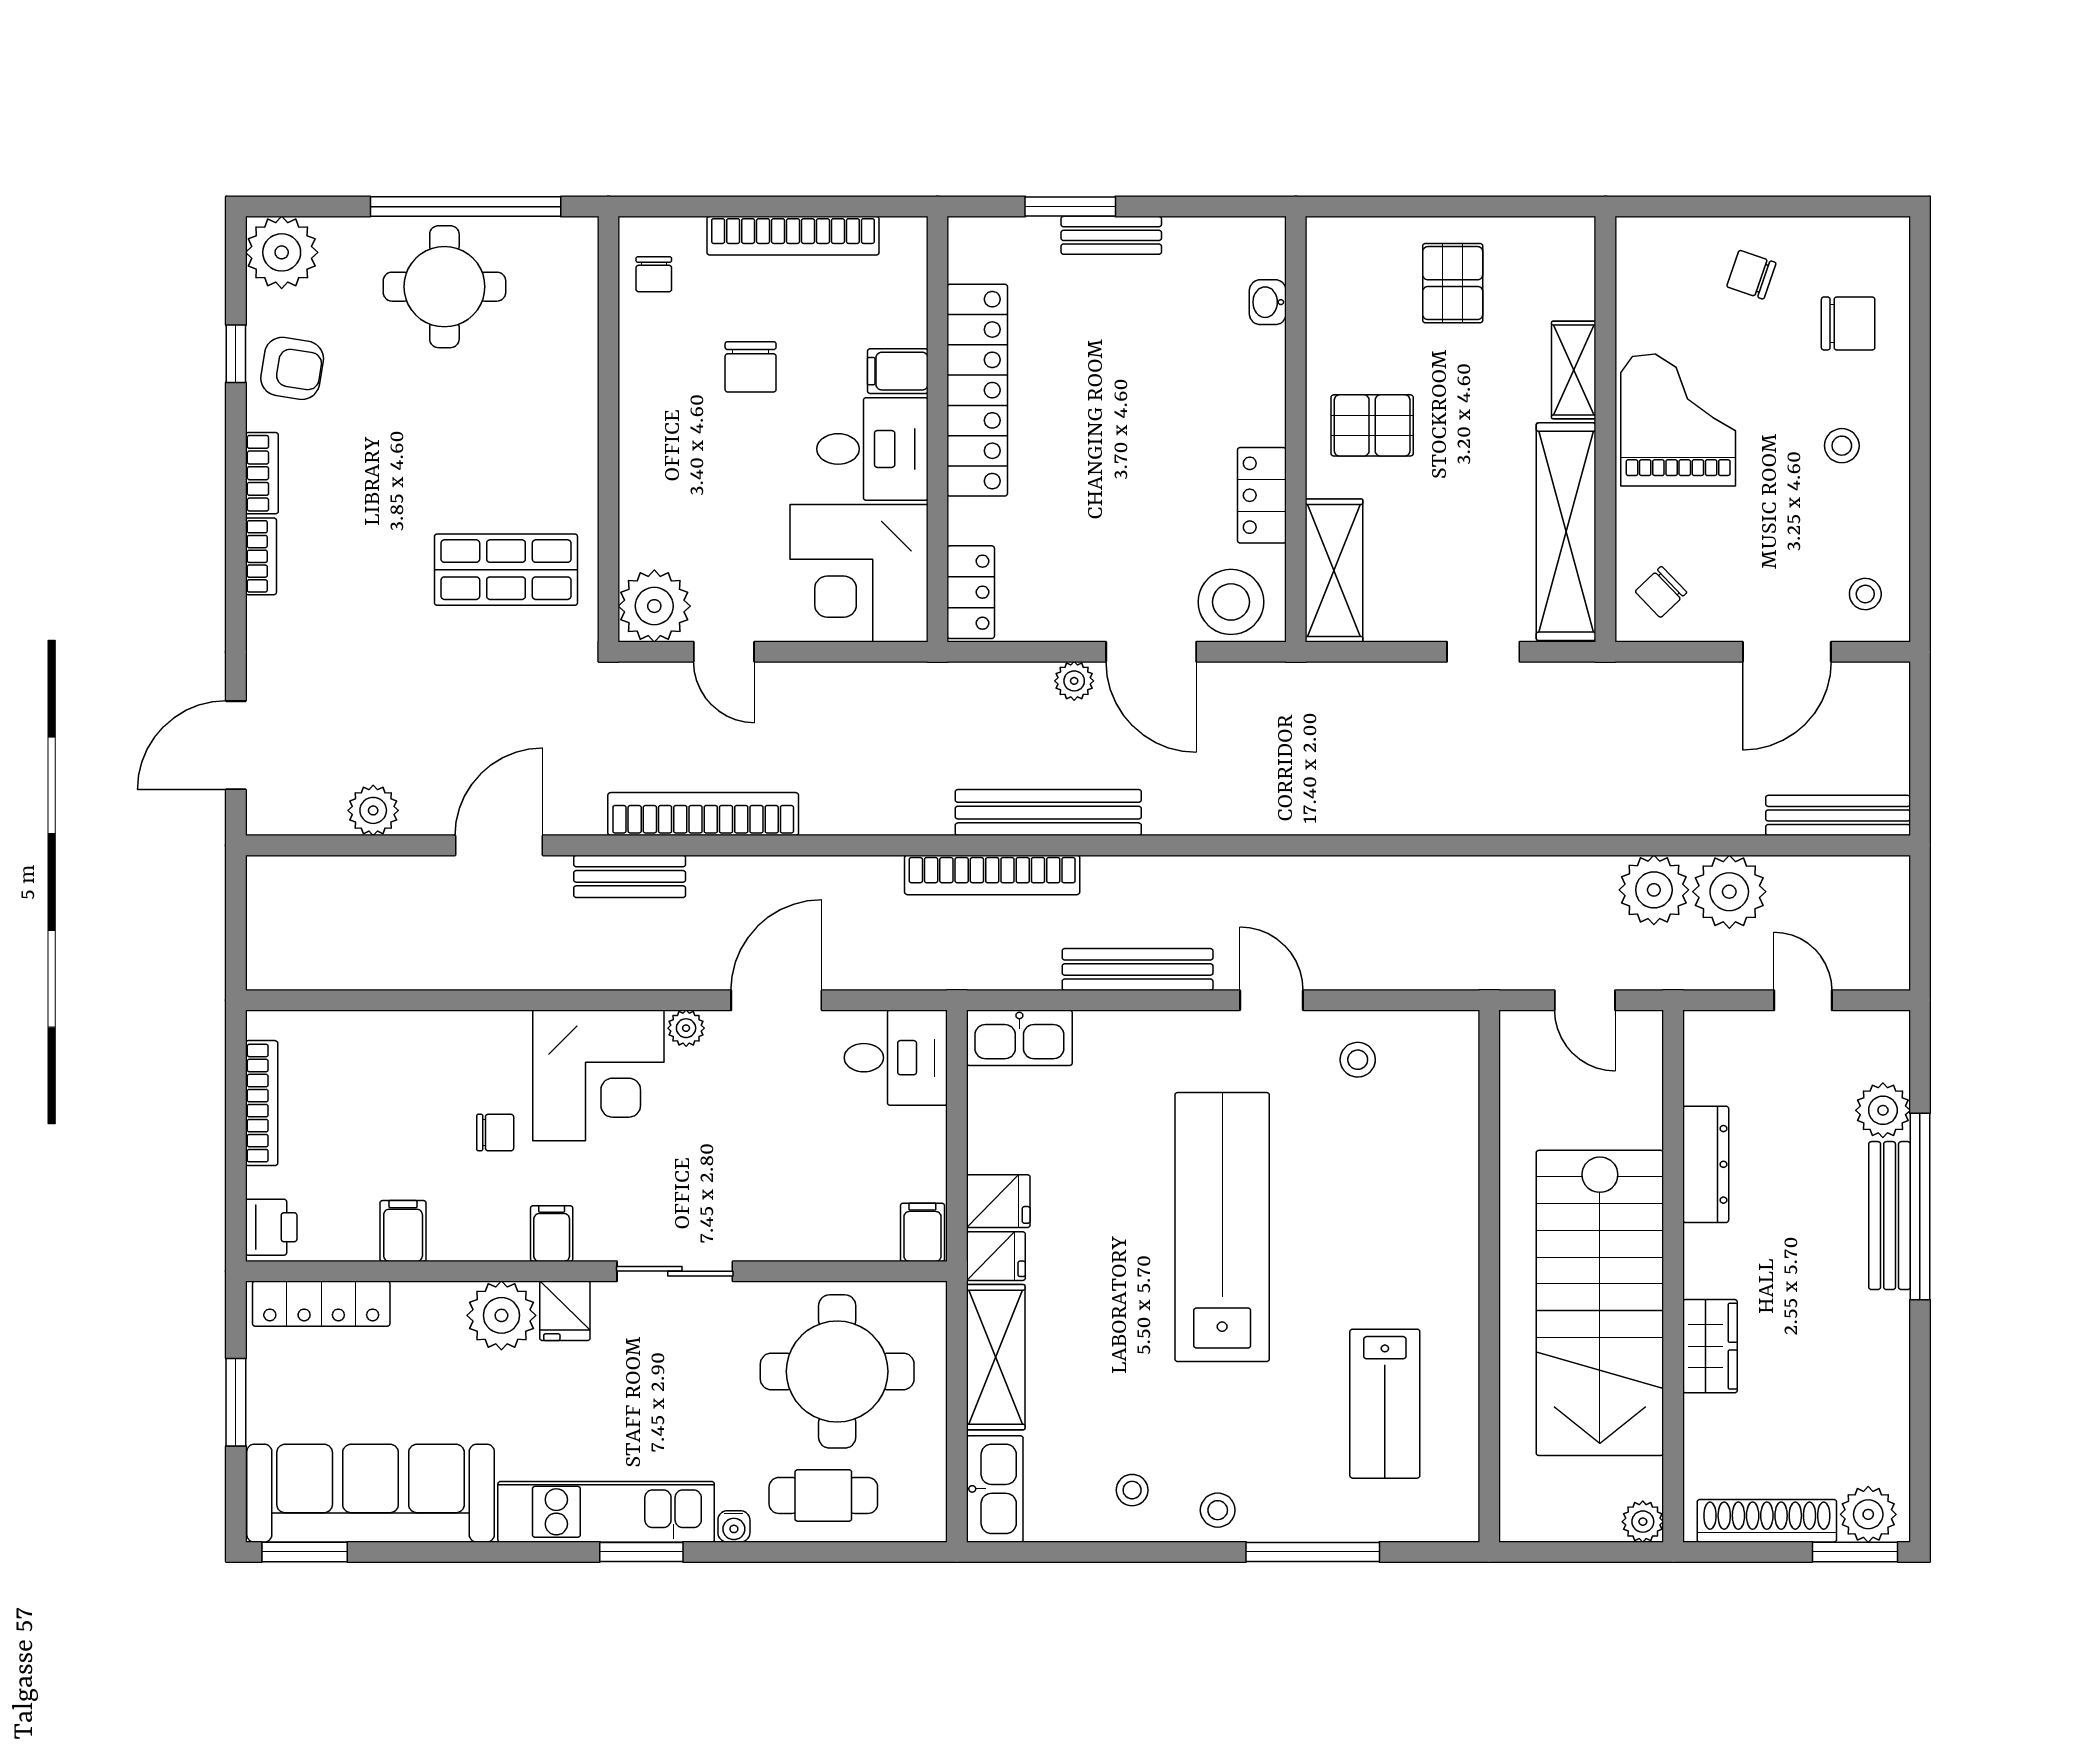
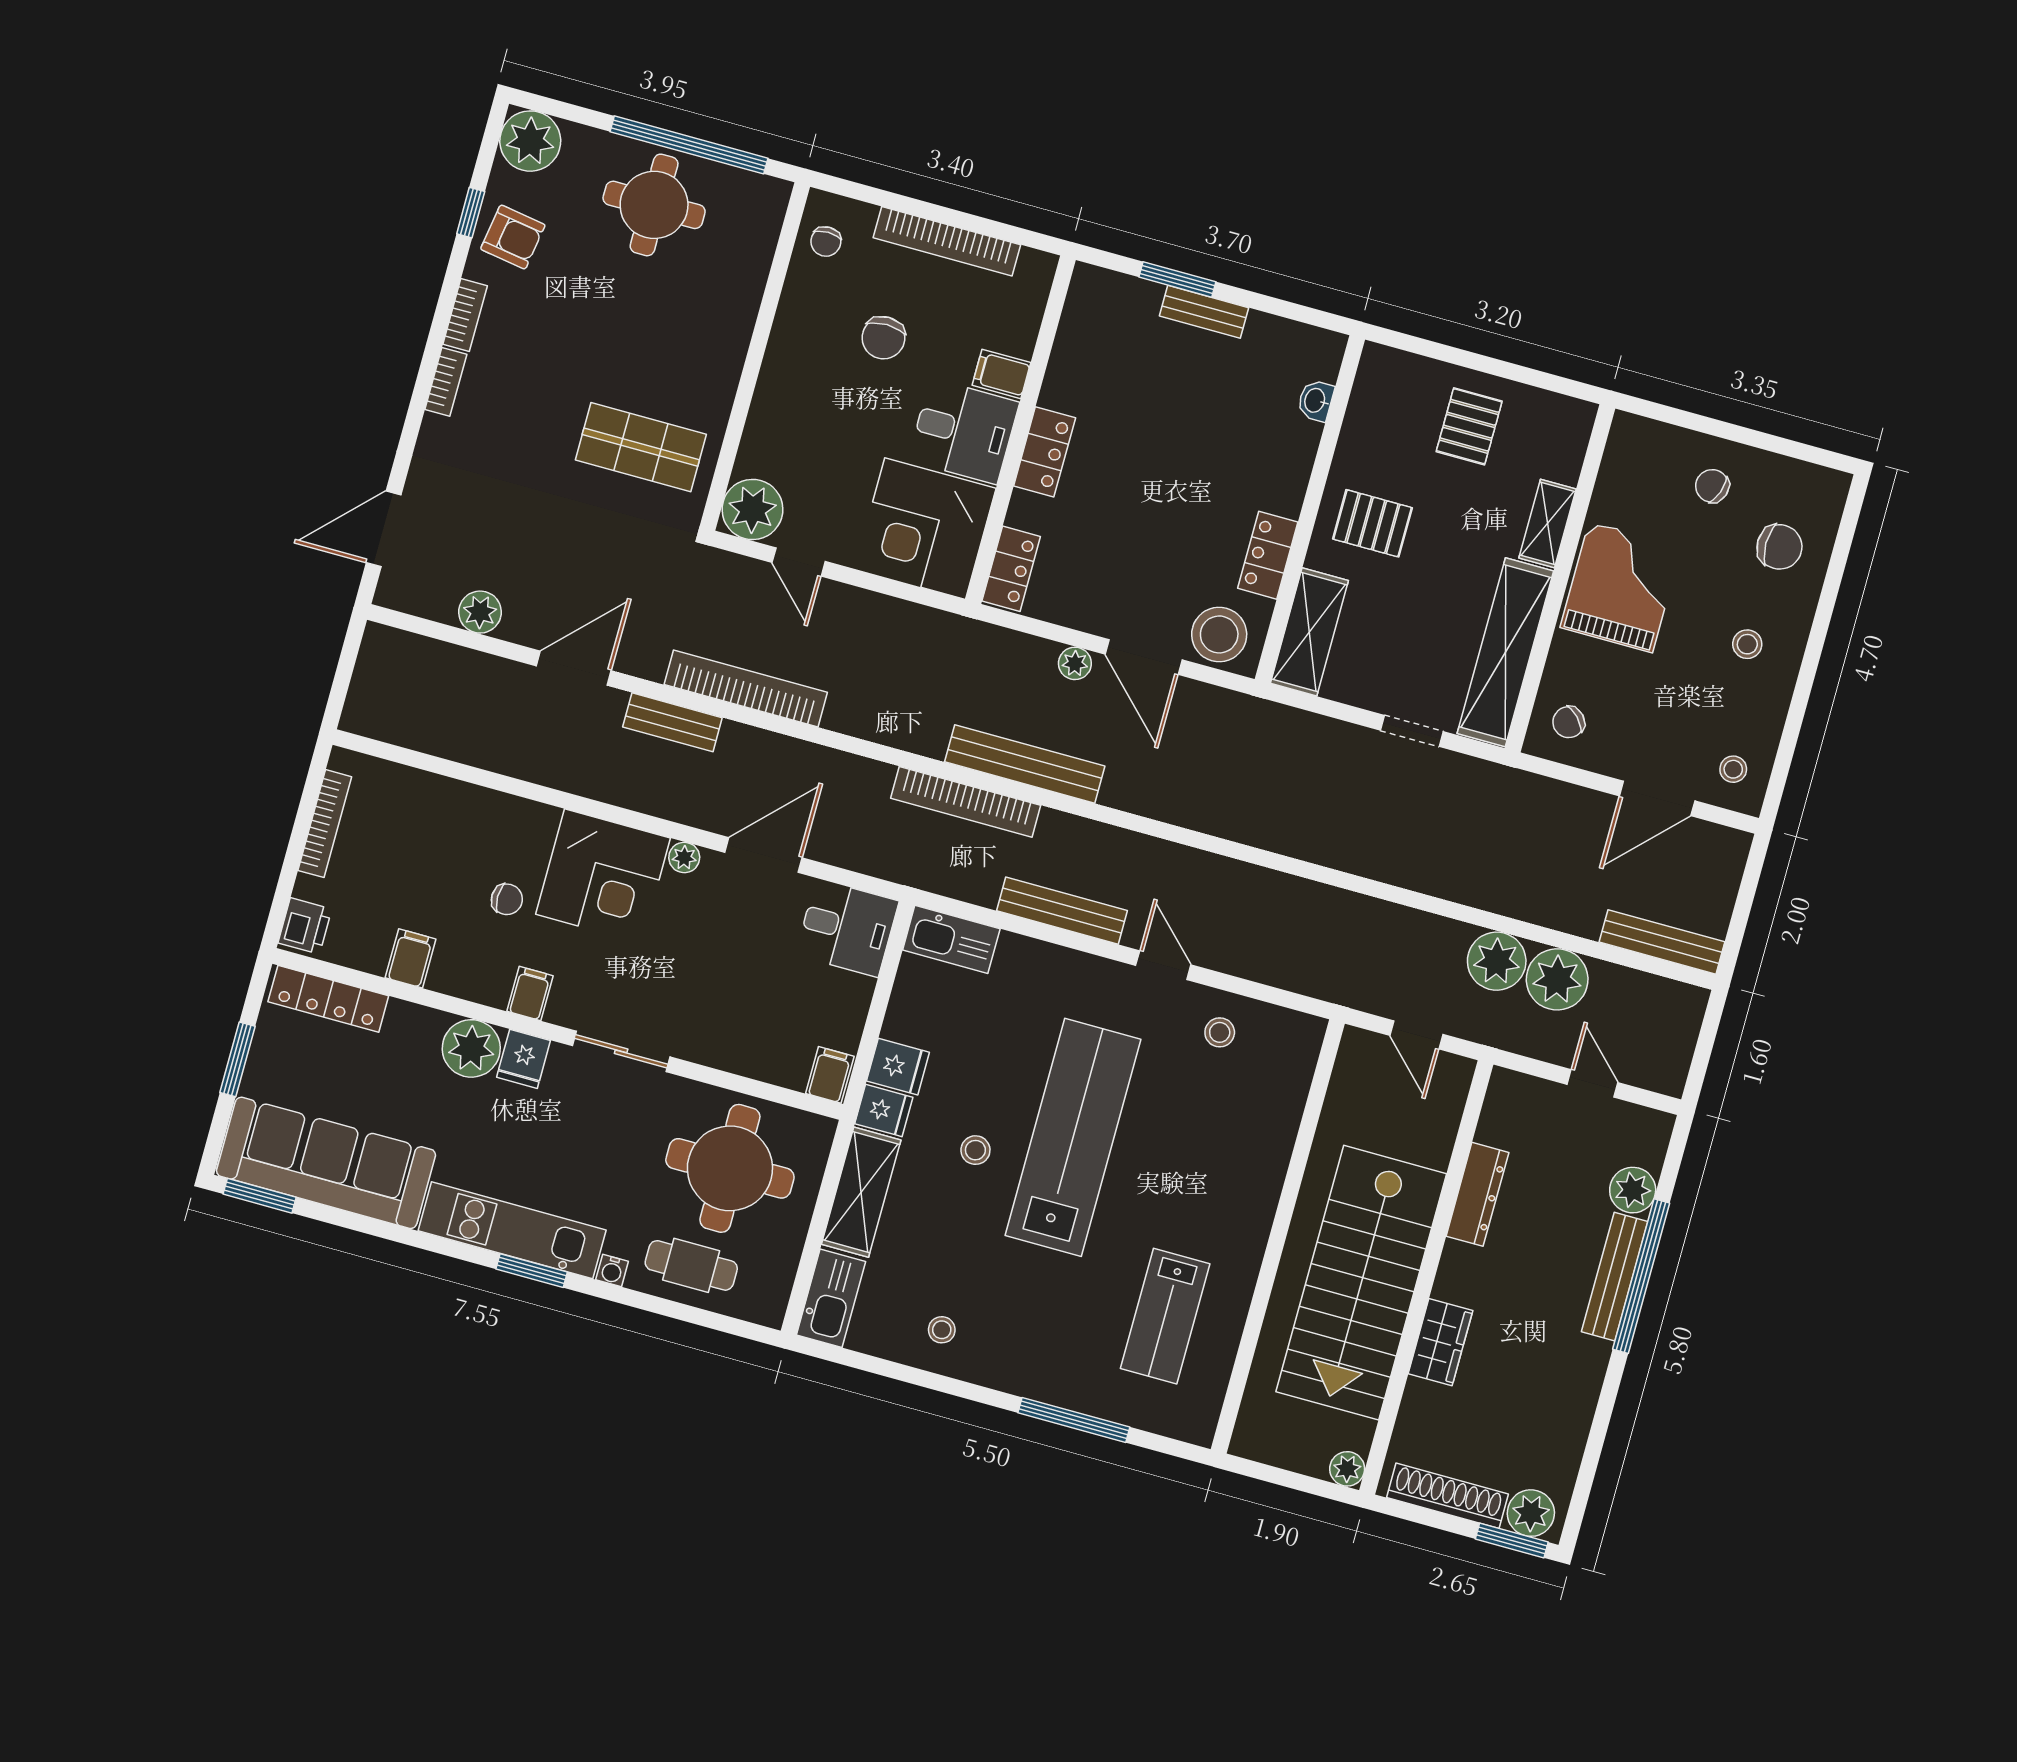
locker: (977, 390) -> (1045, 452), width x0.46, depth x0.83
stool: (1218, 1510) -> (975, 1150), moved

